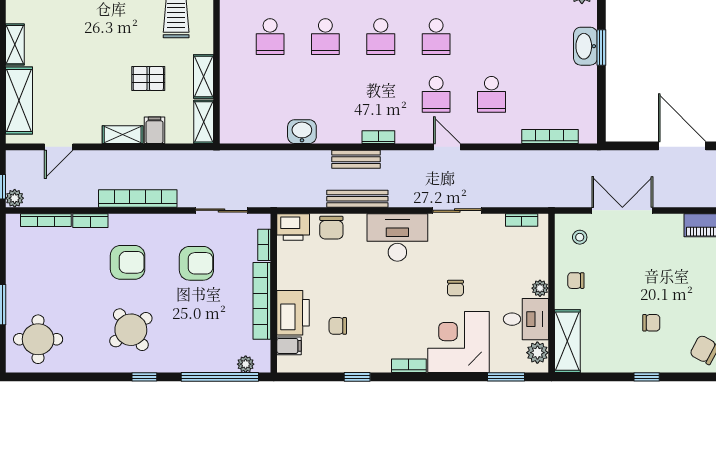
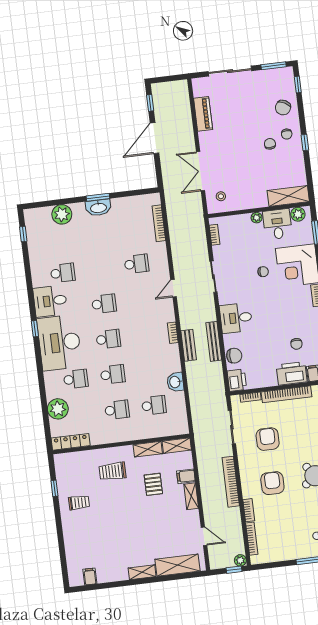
school desk: (436, 94) -> (154, 405), moved
desk: (397, 237) -> (236, 318), width x0.73
chair: (576, 281) -> (287, 134), moved

